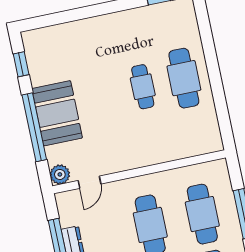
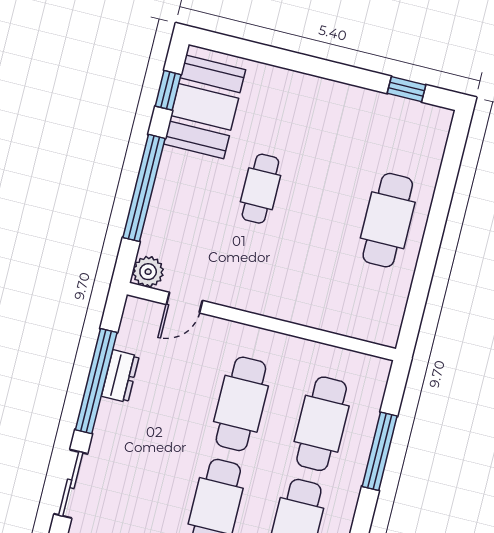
cafe table: (143, 87) -> (260, 189), moved
booth: (57, 113) -> (205, 107), moved

